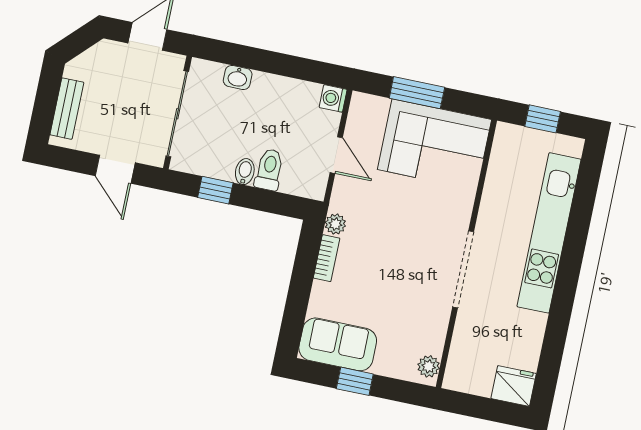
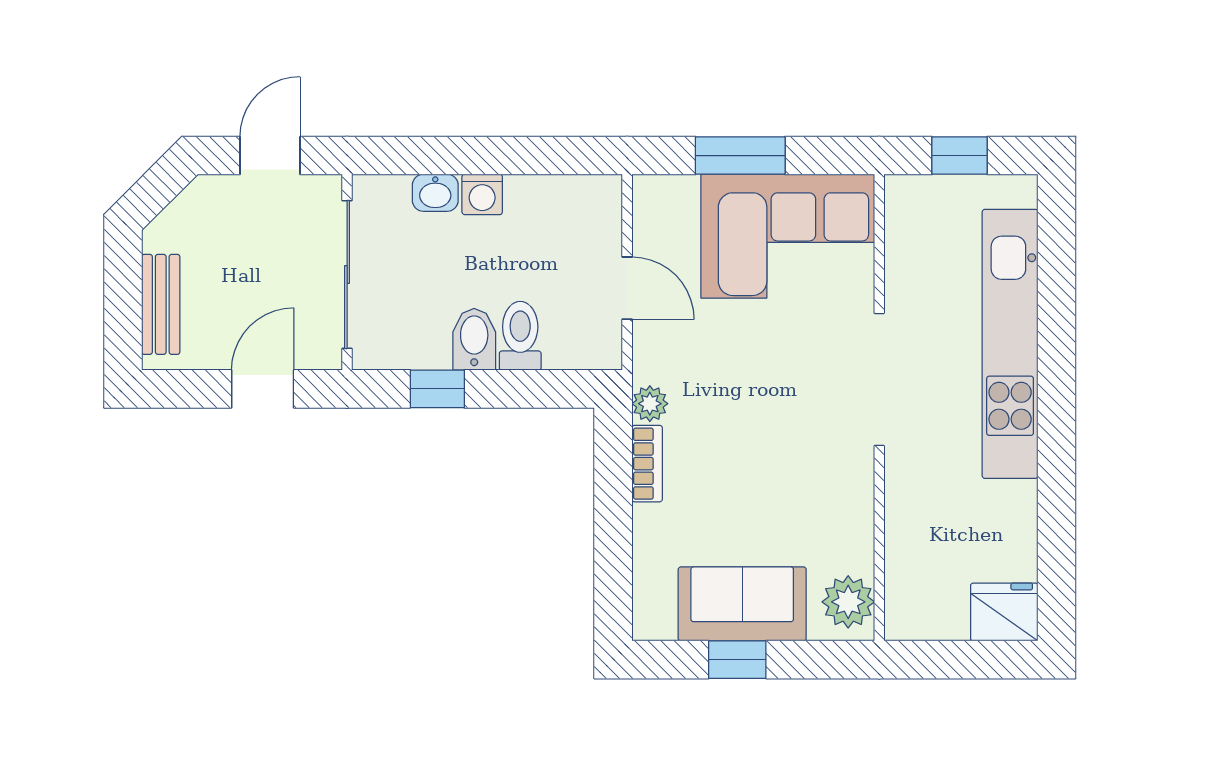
washing machine: (333, 98) -> (482, 194), moved, turned -90
door: (115, 169) -> (263, 389), swing flipped
bidet: (245, 172) -> (474, 339), width x1.38, depth x1.36
doorway: (463, 269) -> (879, 379), moved
sofa: (338, 344) -> (742, 604), moved
plant: (429, 366) -> (848, 602), width x1.38, depth x1.38

